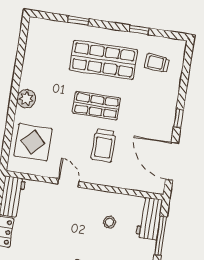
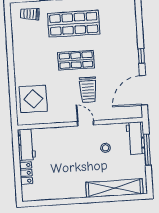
trolley: (157, 63) -> (30, 14), moved
plant: (26, 99) -> (21, 67), removed
door: (172, 161) -> (143, 90), hinge flipped
door: (68, 183) -> (86, 123), moved

